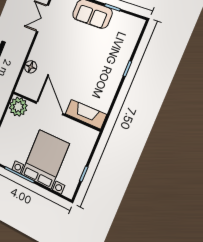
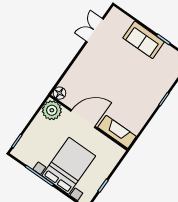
floor lamp: (31, 67) -> (60, 93), moved
door: (49, 108) -> (83, 119), hinge flipped

